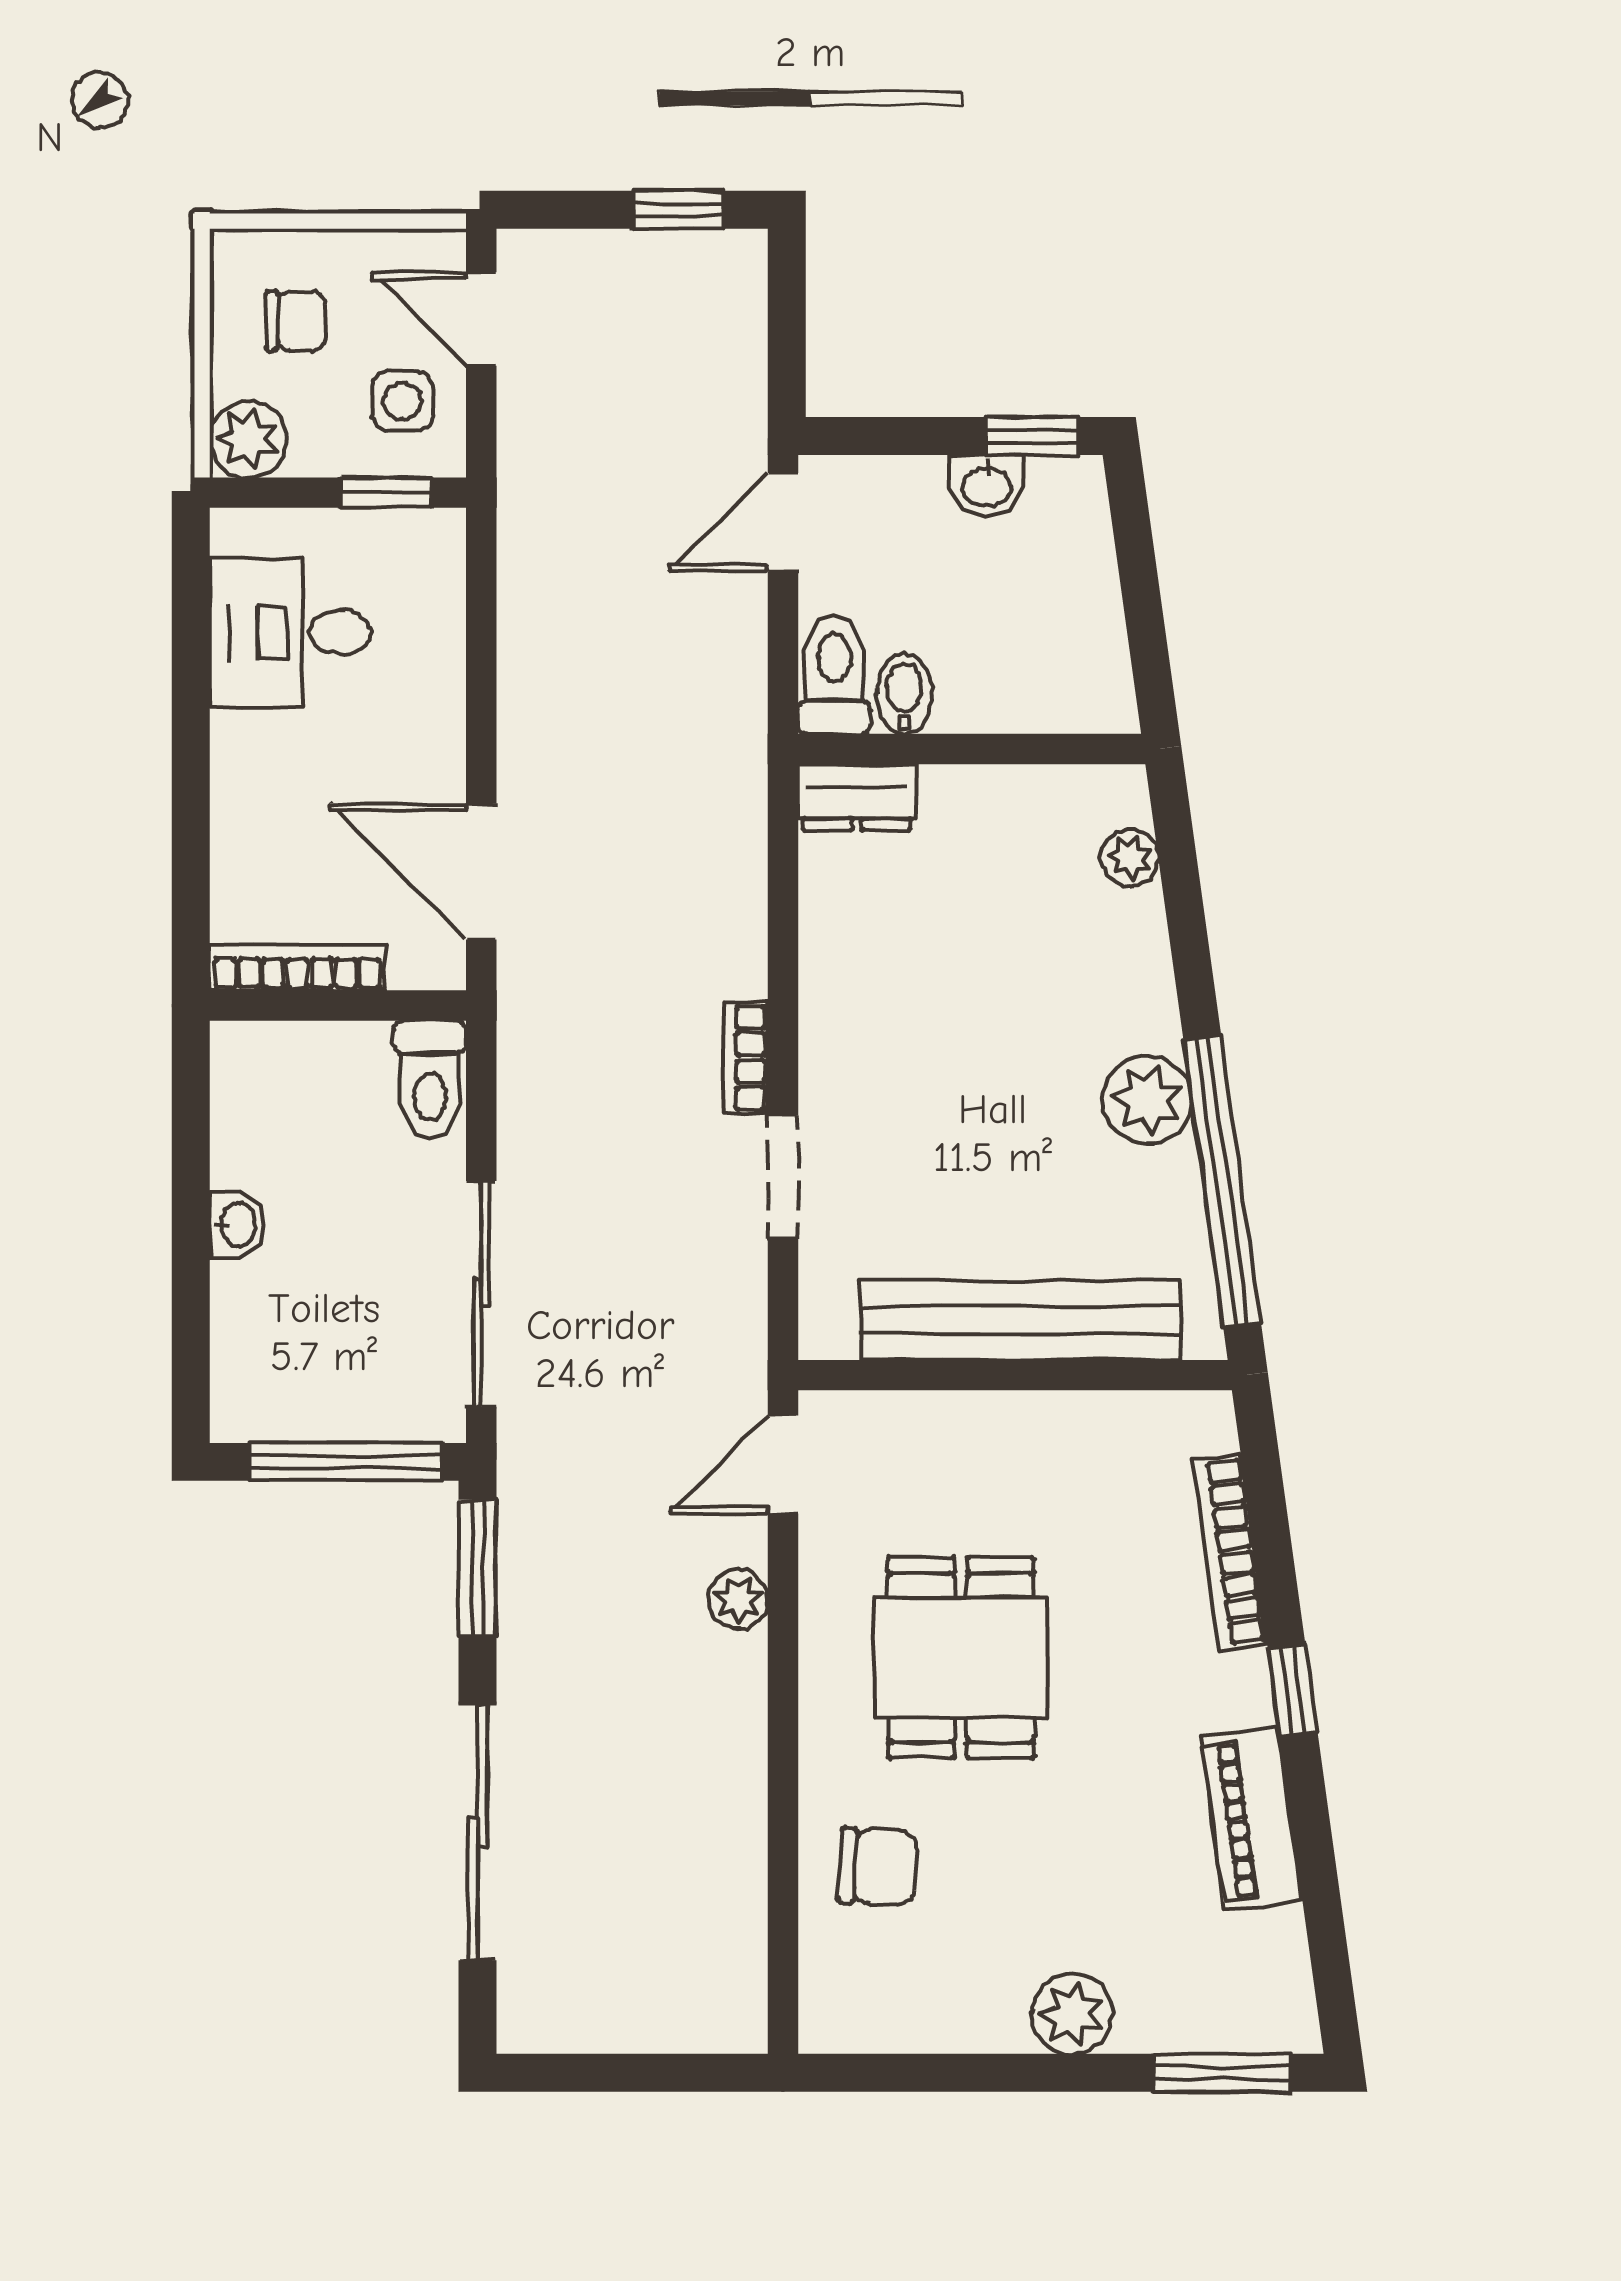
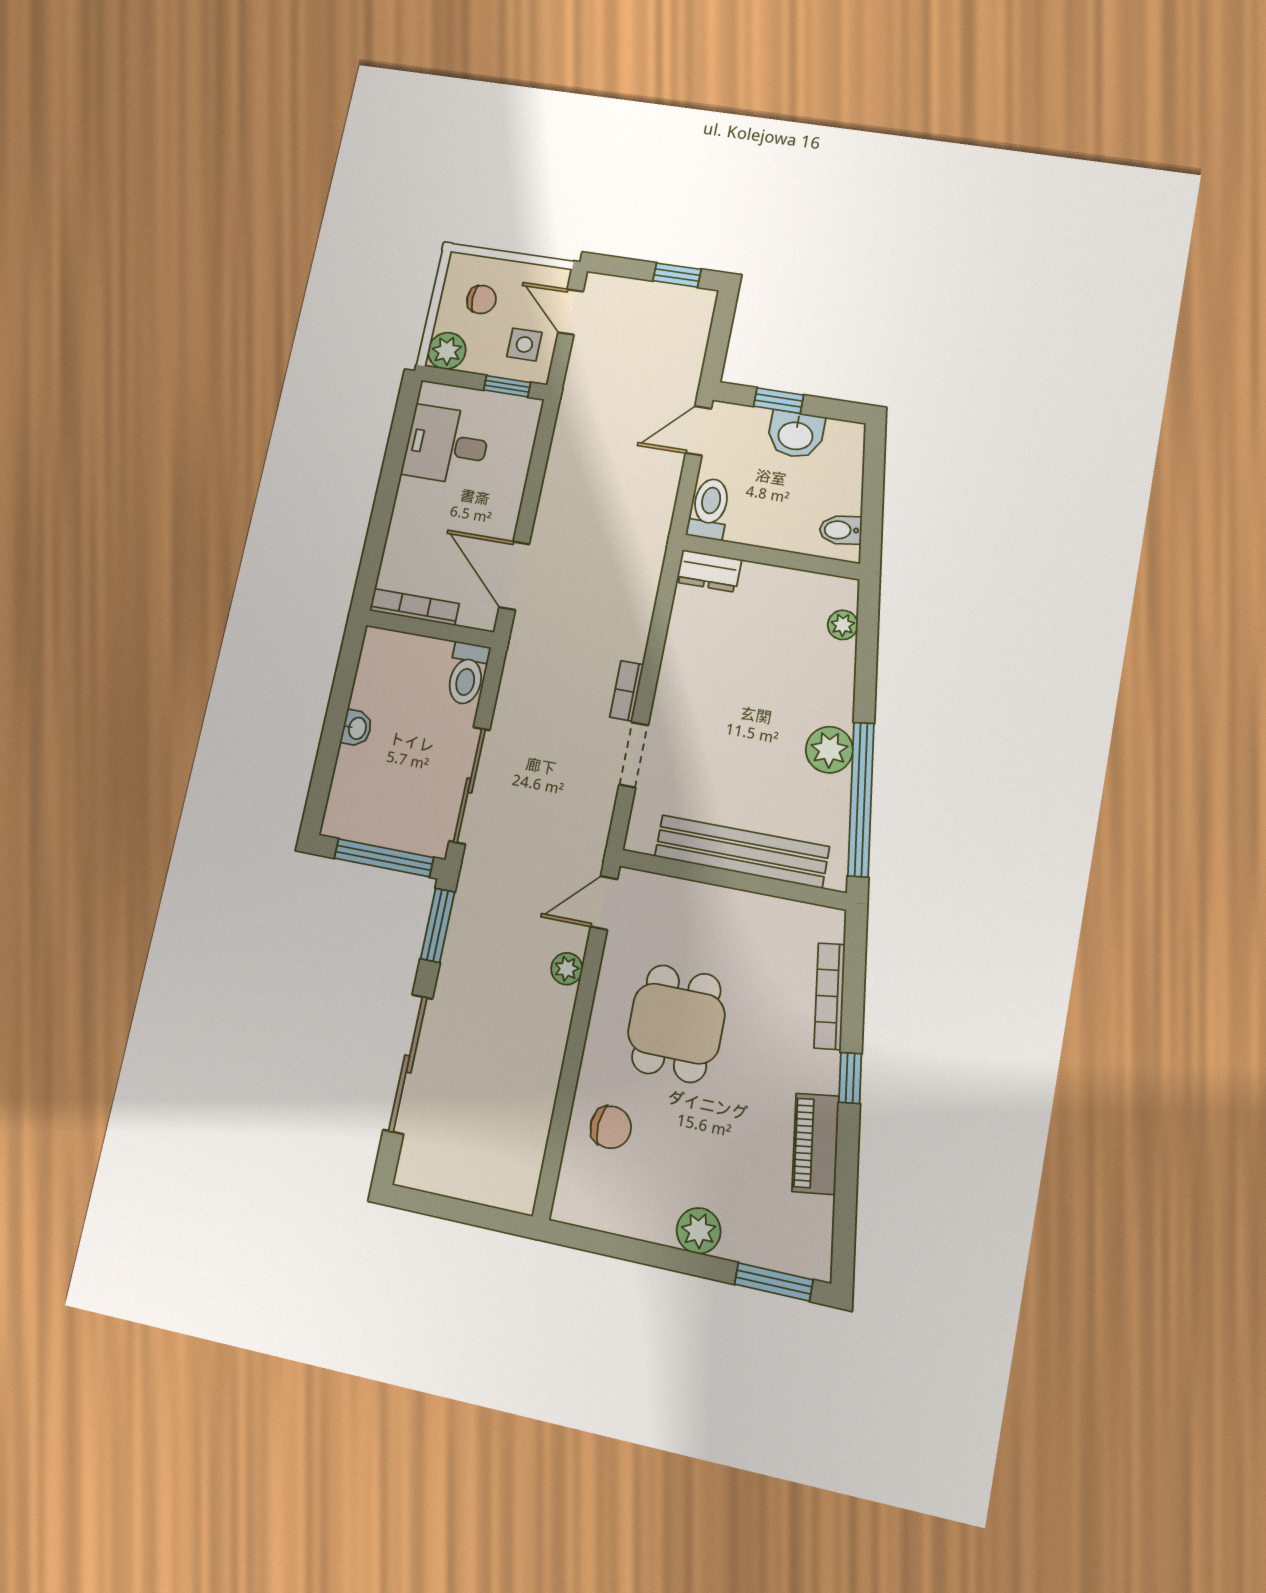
window: (1032, 436) -> (779, 401), moved
washbasin: (987, 485) -> (796, 435), width x1.38, depth x1.45
bidet: (904, 694) -> (841, 530), moved, turned -98

